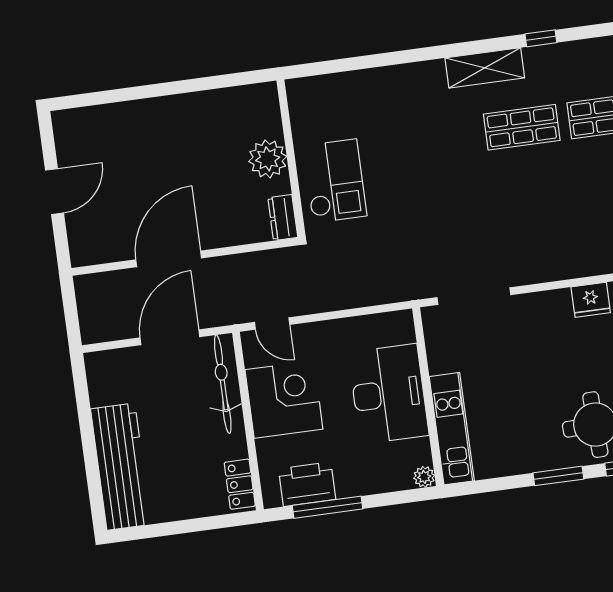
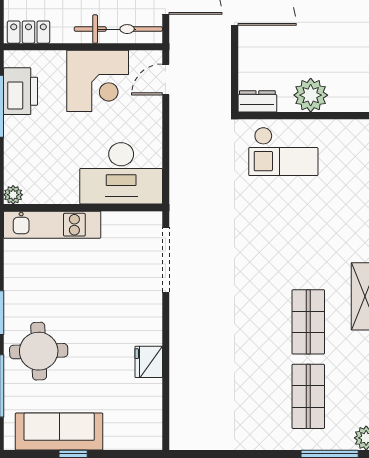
desk: (389, 394) -> (121, 173), moved

